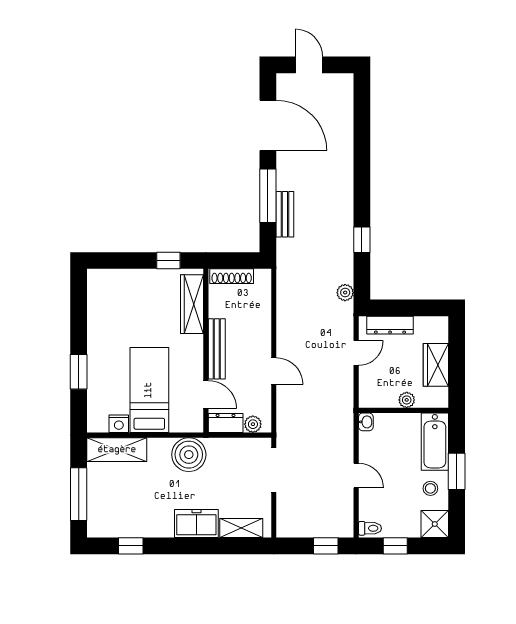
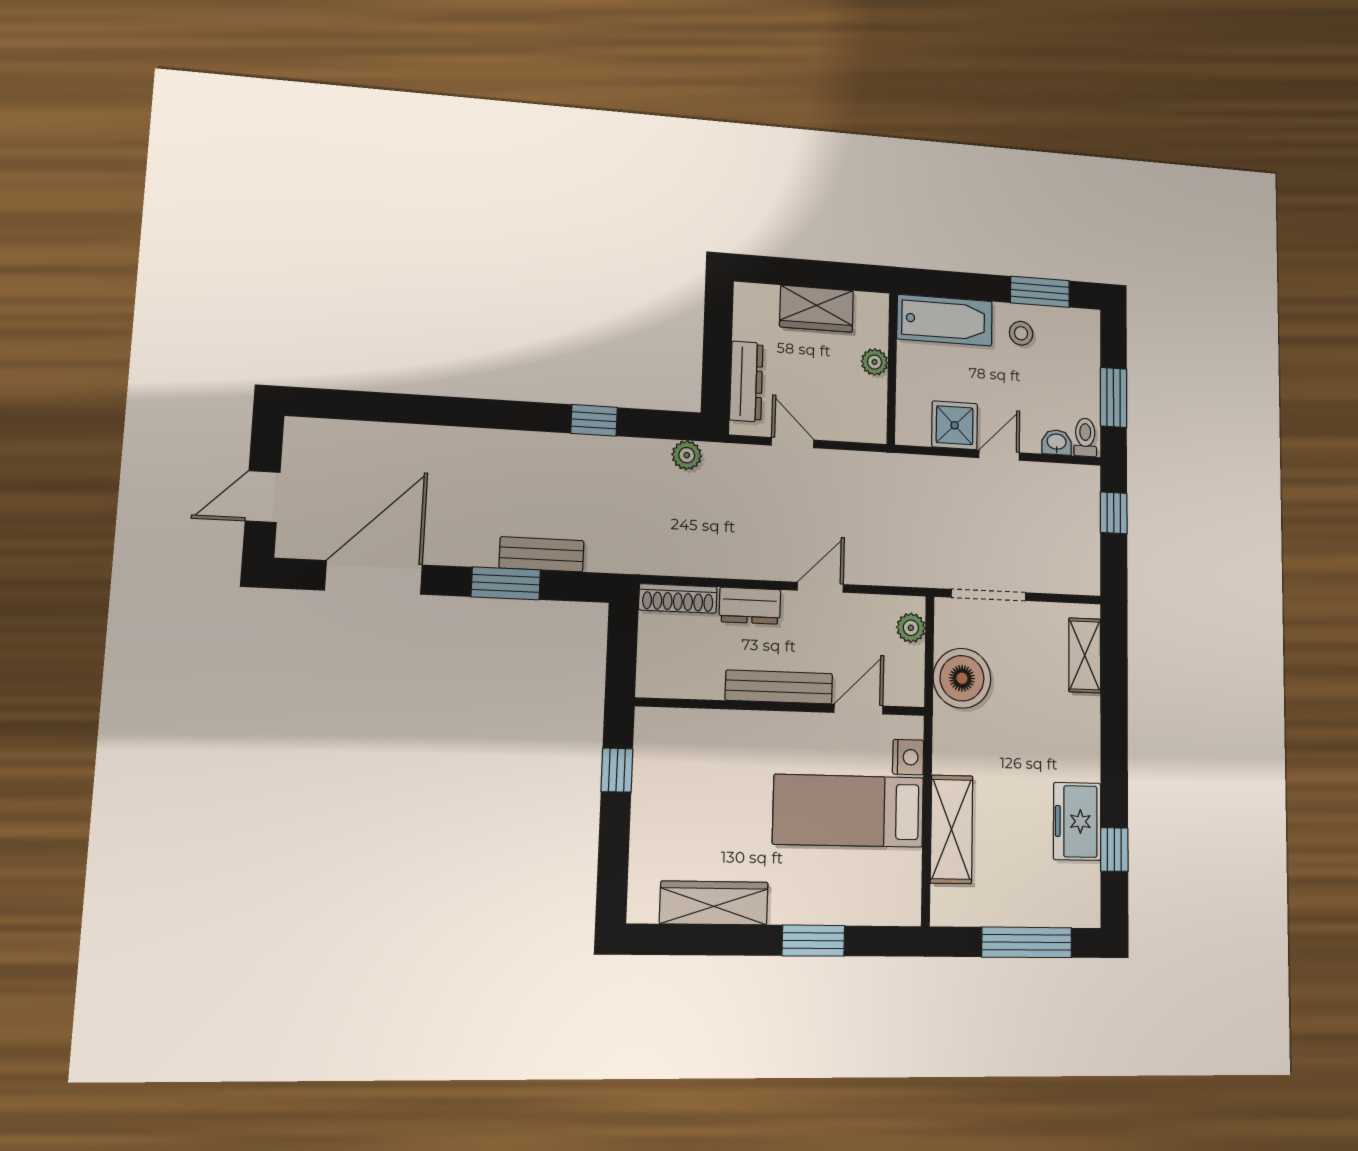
window: (268, 196) -> (506, 583), width x0.69
shoe rack: (232, 276) -> (678, 598), moved, turned 90
wardrobe: (192, 304) -> (714, 903), moved, turned 180
washbasin: (366, 422) -> (1057, 442), moved
dresser: (226, 423) -> (750, 606), moved, turned -90
nightstand: (119, 424) -> (908, 757), moved
shelving: (117, 450) -> (952, 829), moved
boiler: (189, 455) -> (962, 678), moved
window: (457, 471) -> (1040, 292), moved
freezer: (196, 524) -> (1077, 821), moved
shower: (435, 524) -> (955, 425), moved
window: (395, 546) -> (1114, 397), width x1.50

